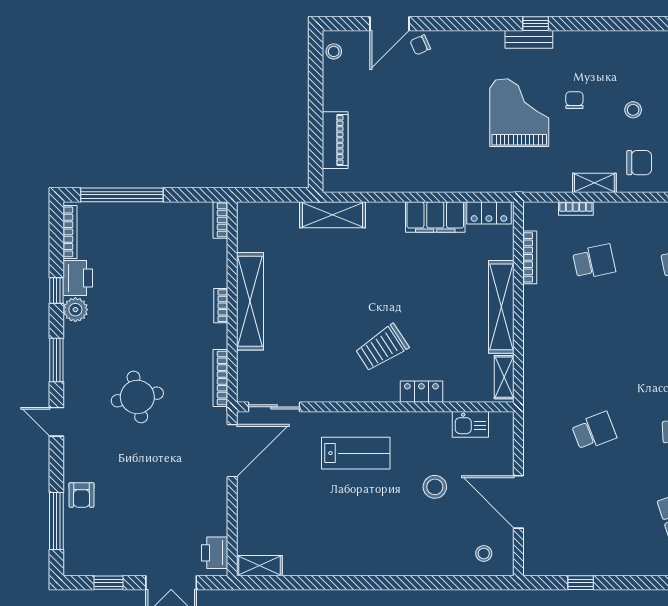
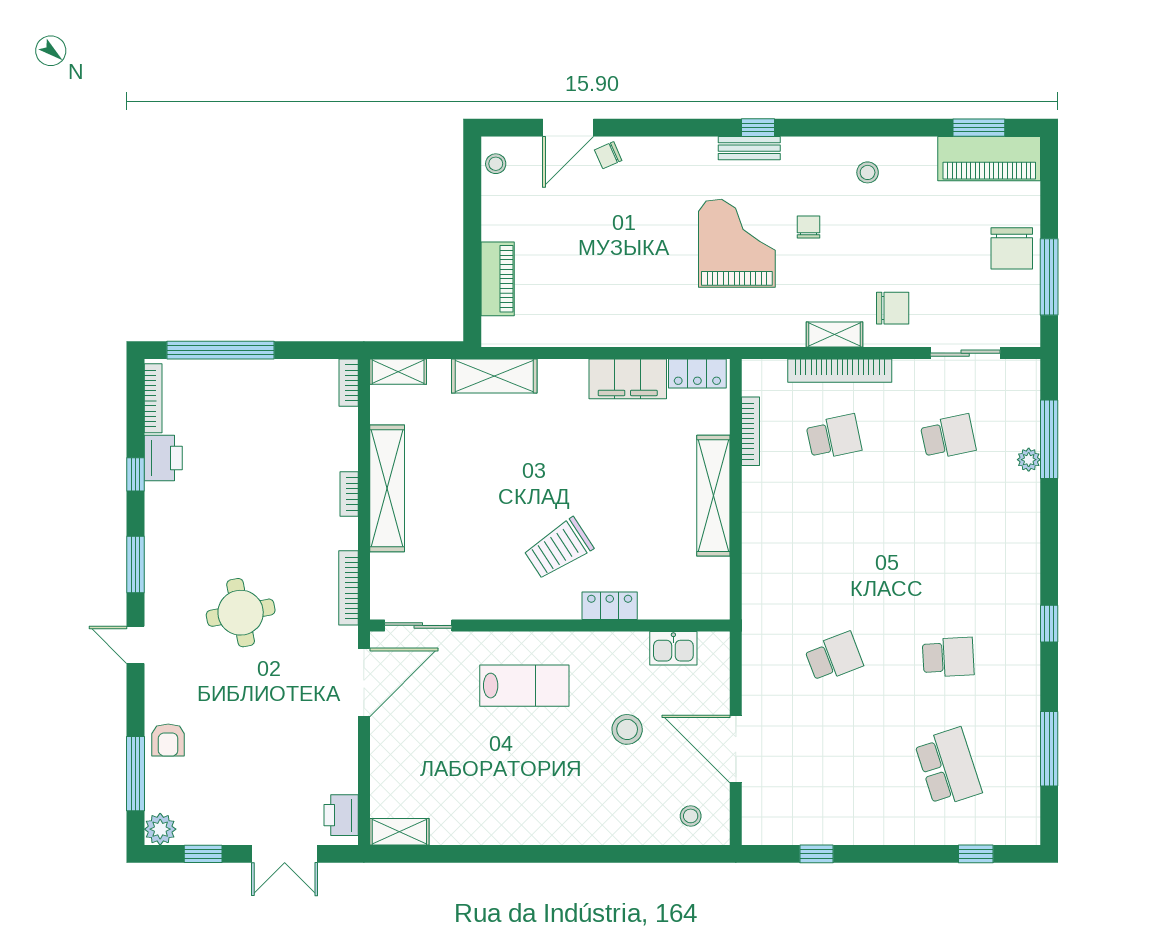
stool: (633, 110) -> (868, 172), moved
bookcase: (576, 209) -> (840, 371), width x2.31, depth x1.31
plant: (75, 310) -> (160, 829), moved
shelving: (504, 377) -> (398, 372), moved, turned 90

